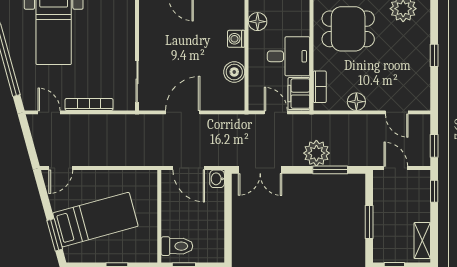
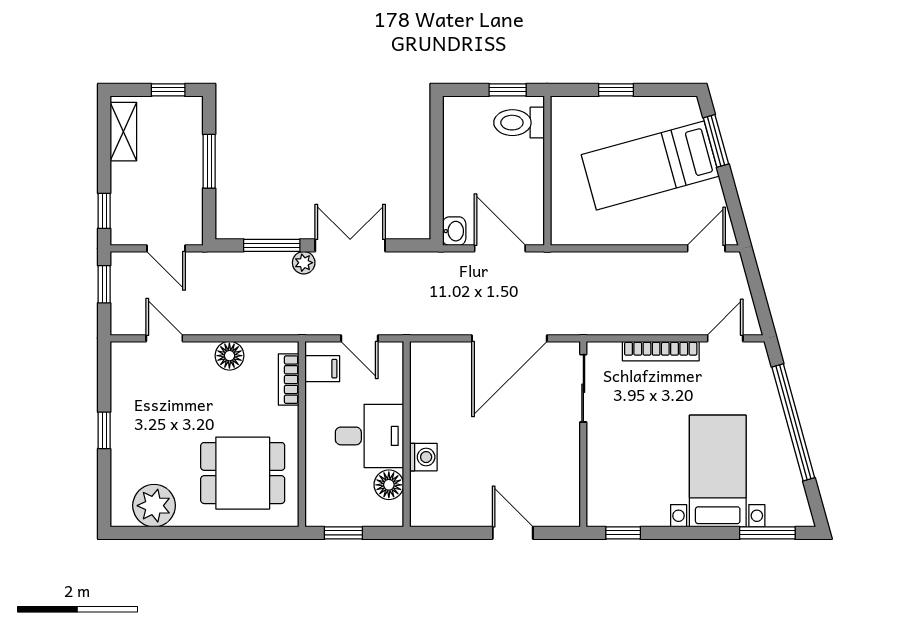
desk: (289, 56) -> (369, 436), moved, turned 180
boiler: (234, 72) -> (426, 403), removed
filing cabinet: (299, 94) -> (322, 369), width x0.50
door: (49, 112) -> (725, 338), swing flipped
door: (183, 112) -> (509, 338), width x1.36
plant: (316, 153) -> (304, 263), width x0.53, depth x0.53
double door: (260, 170) -> (350, 245), moved

